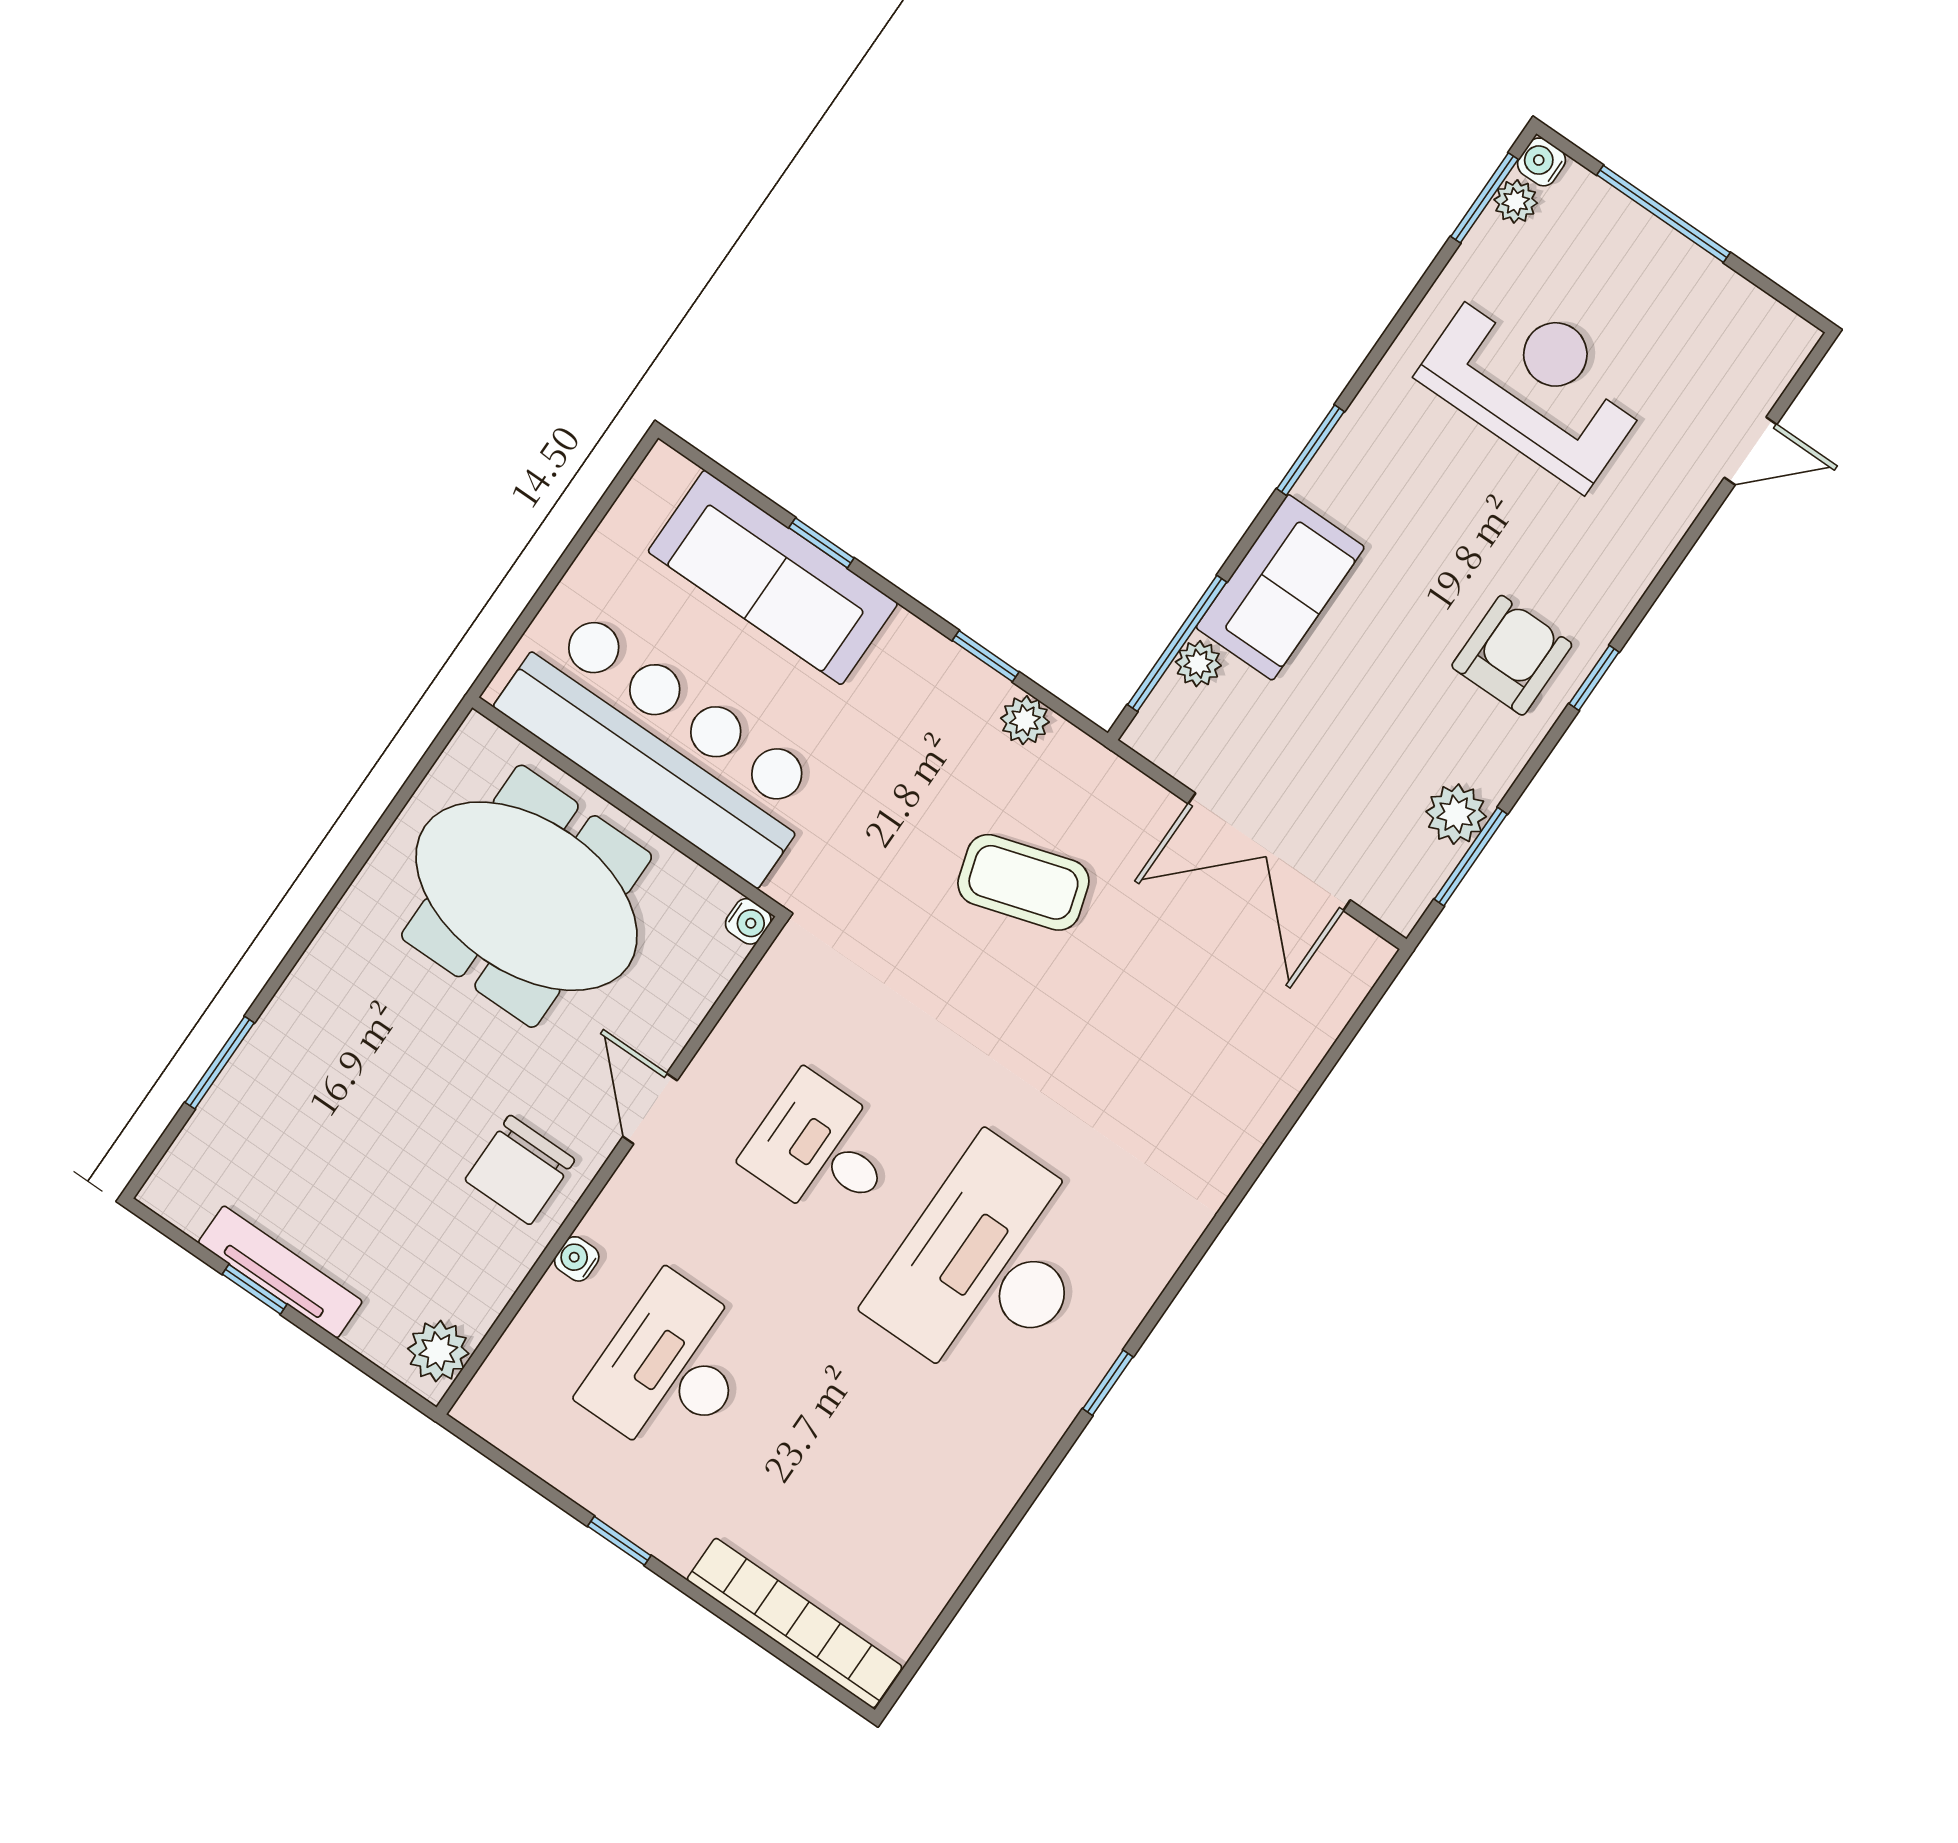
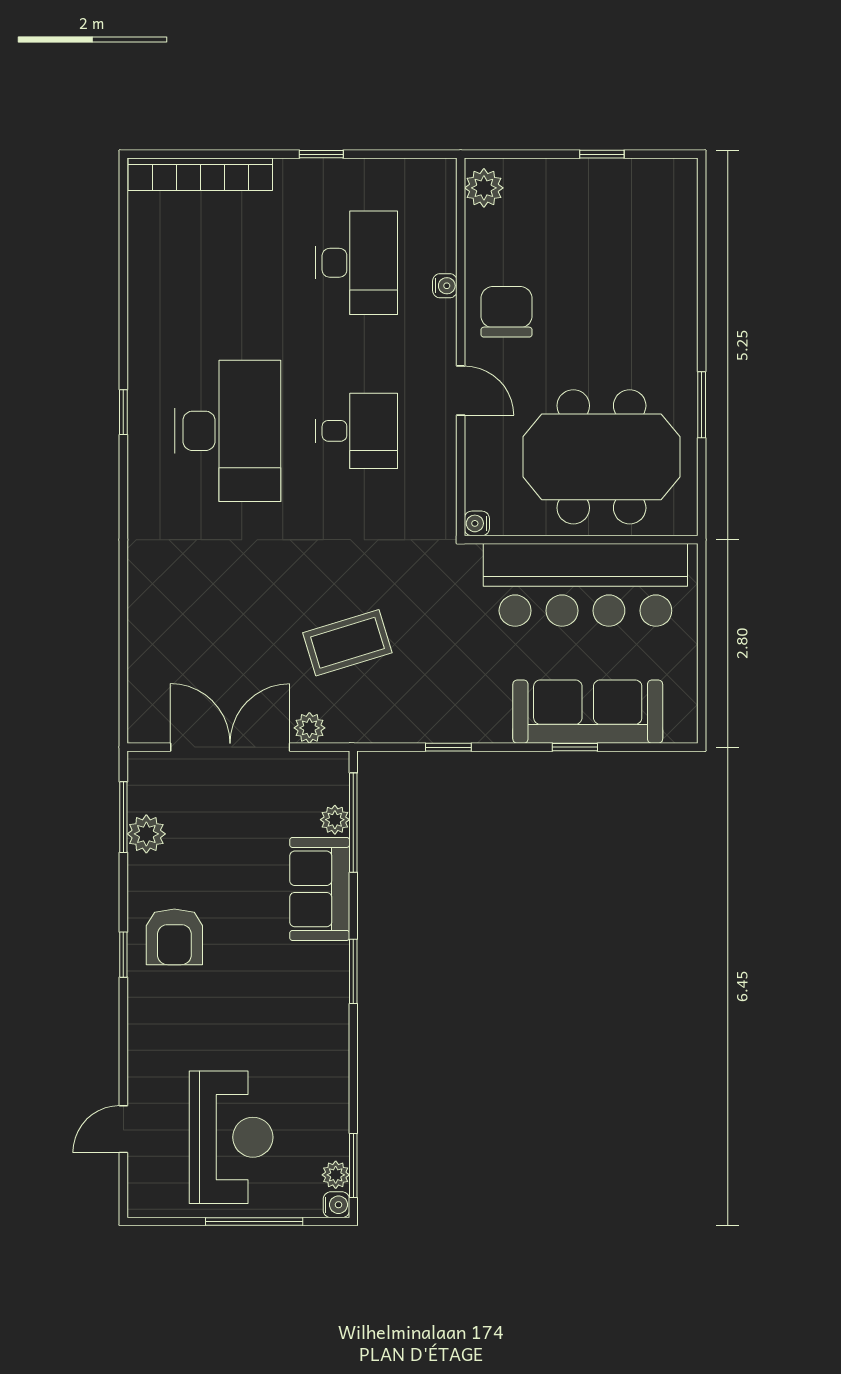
reception desk: (1536, 383) -> (231, 1137), moved, turned -90
plant: (1025, 720) -> (309, 728), moved
window: (220, 1063) -> (702, 405), moved
tv unit: (280, 1272) -> (595, 172), removed

